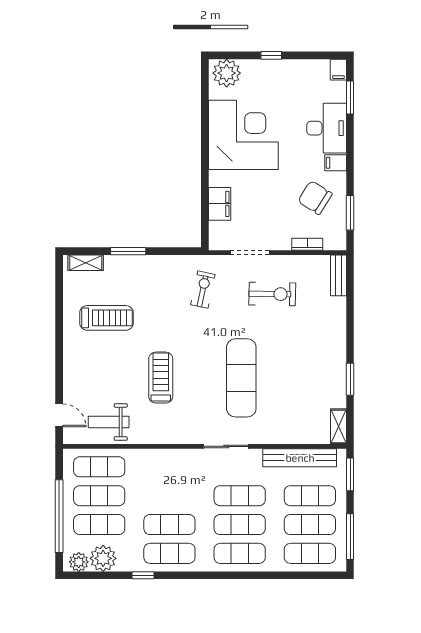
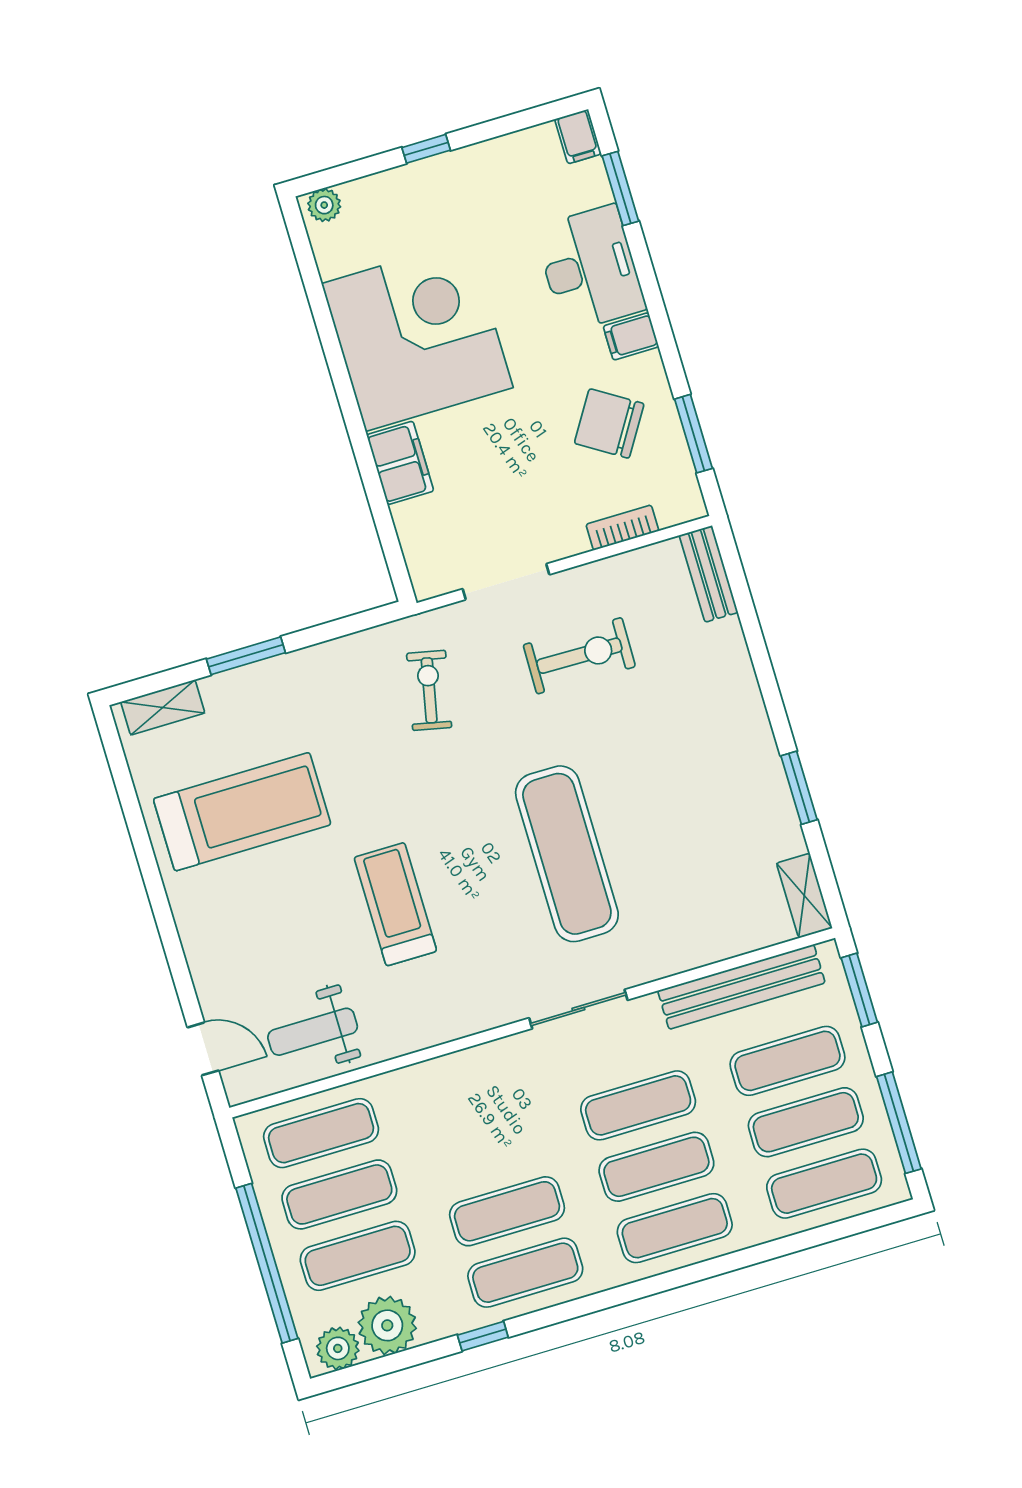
plant: (227, 73) -> (324, 205), width x0.53, depth x0.53
filing cabinet: (220, 204) -> (400, 463), moved
treadmill: (107, 318) -> (242, 812), width x1.37, depth x1.38

